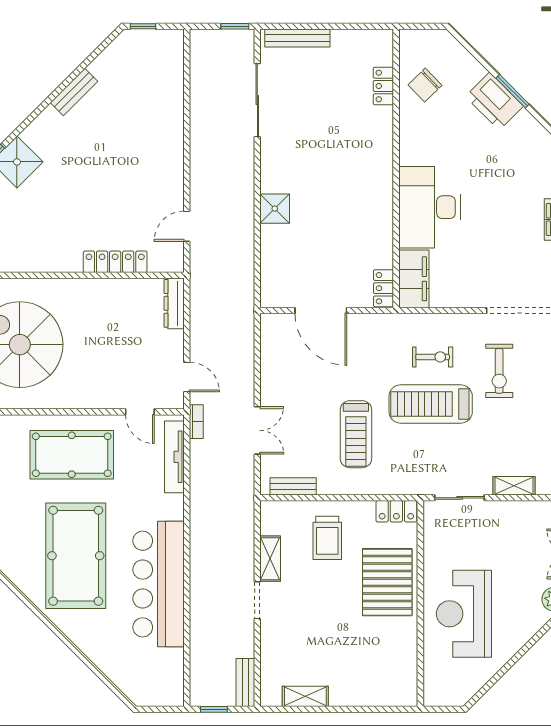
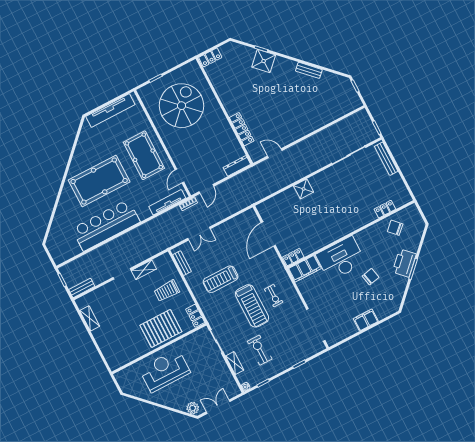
chair: (487, 172) -> (371, 277), added
exercise bike: (499, 371) -> (260, 350), moved, turned 90
treadmill: (431, 404) -> (252, 306), turned 180

